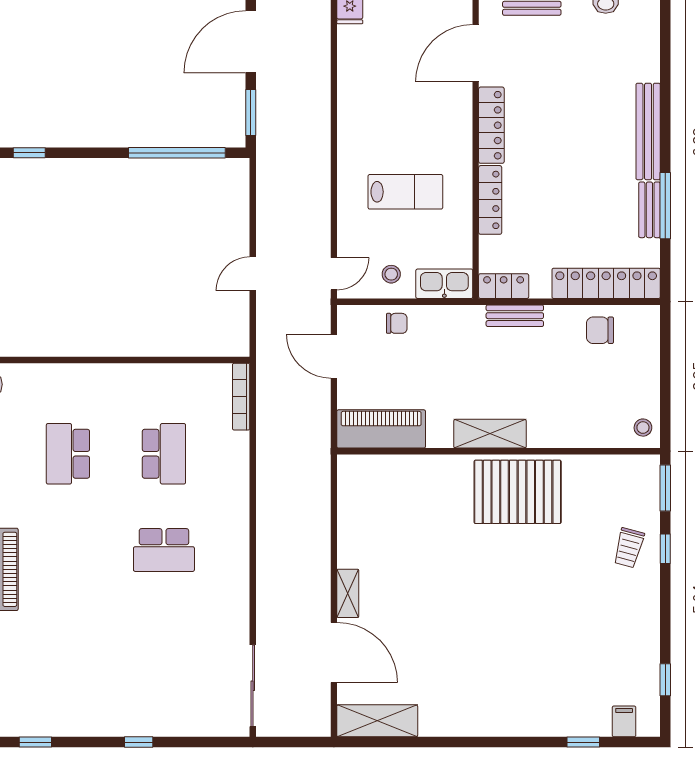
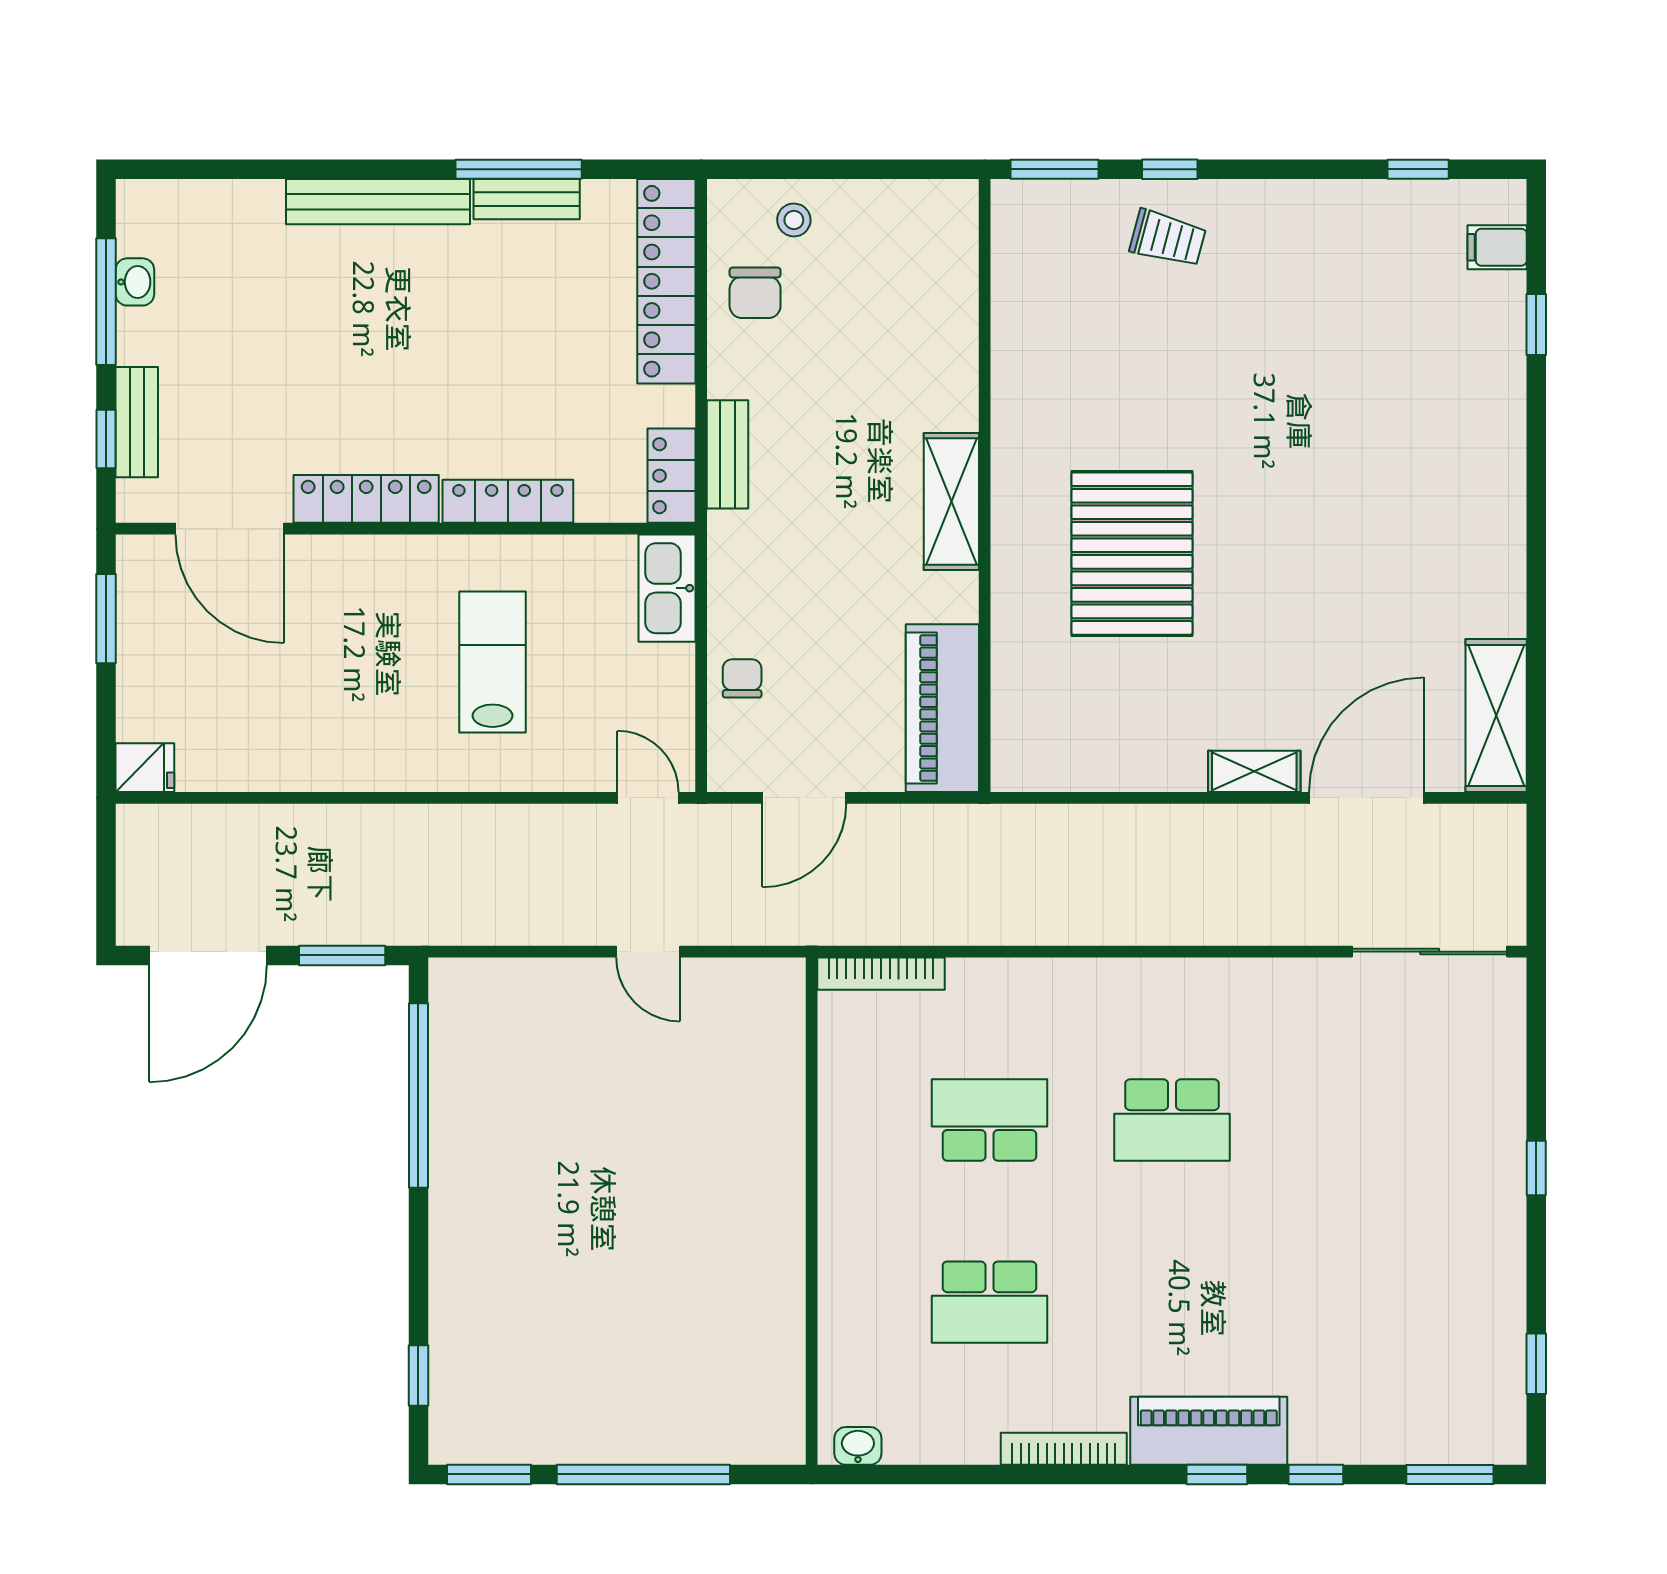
door: (251, 42) -> (208, 955), hinge flipped
stool: (391, 274) -> (649, 689), removed
stool: (643, 428) -> (794, 220), moved
pallet: (518, 492) -> (1132, 554), moved
school desk: (164, 550) -> (1172, 1120), turned 90

